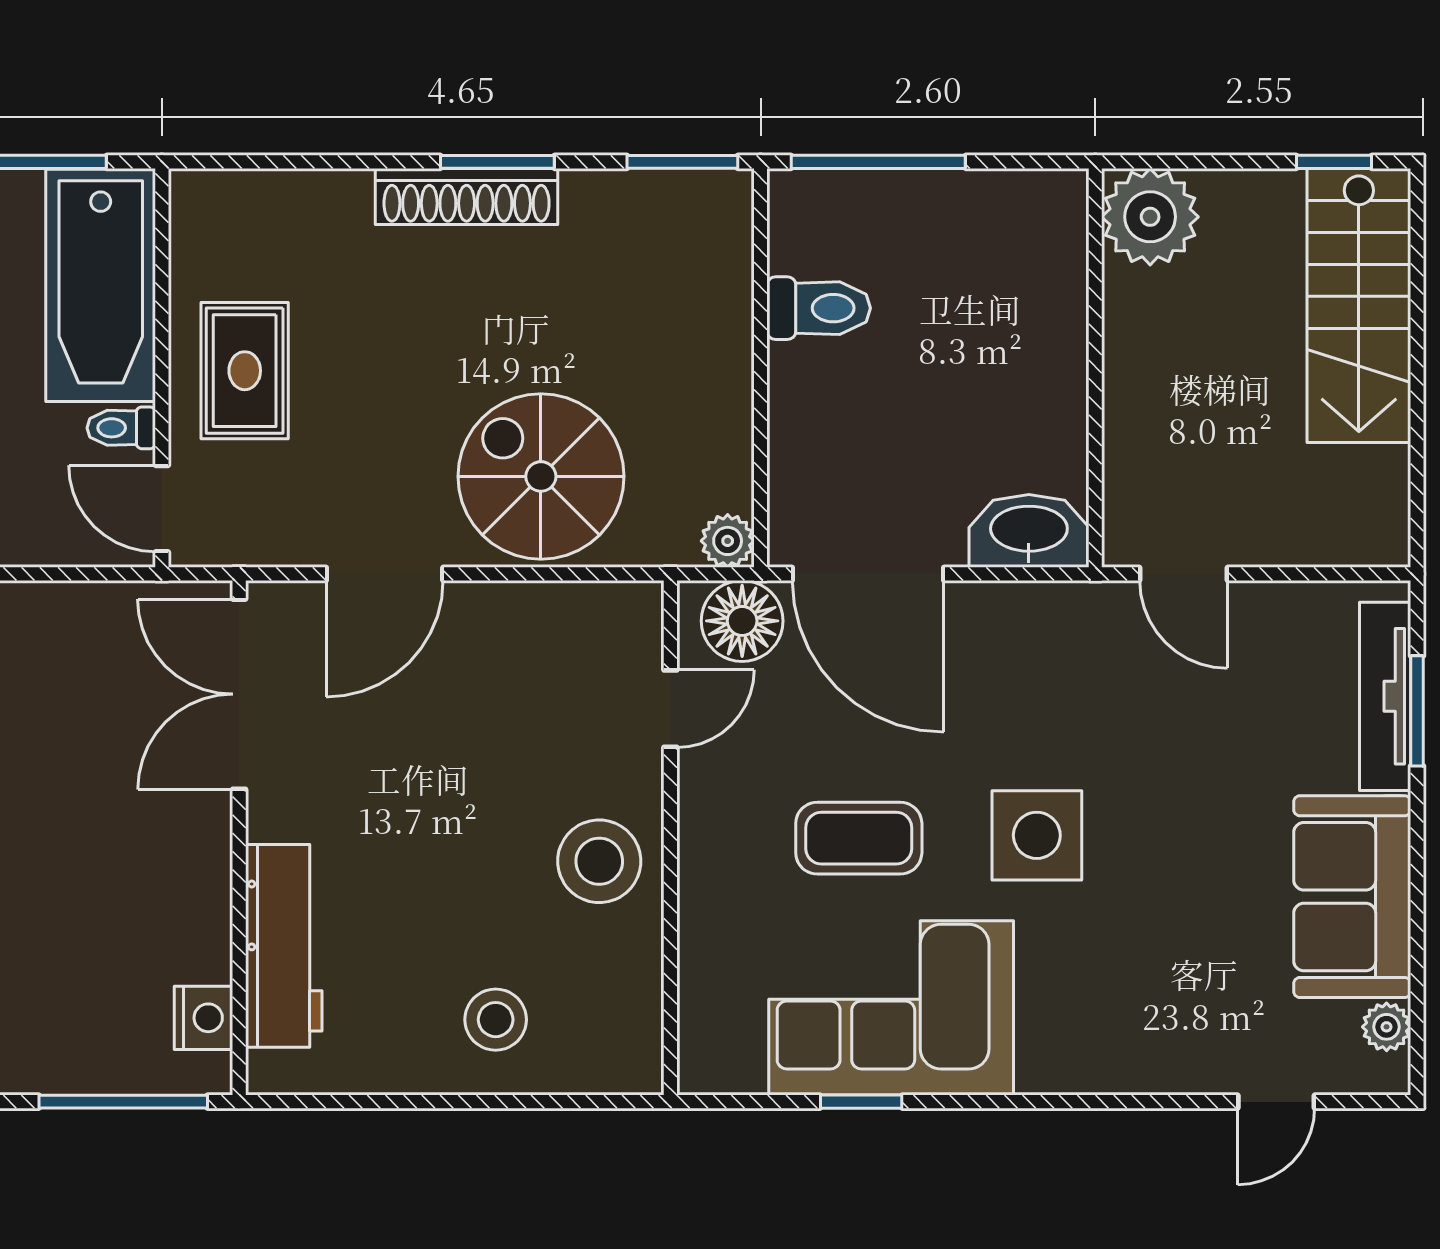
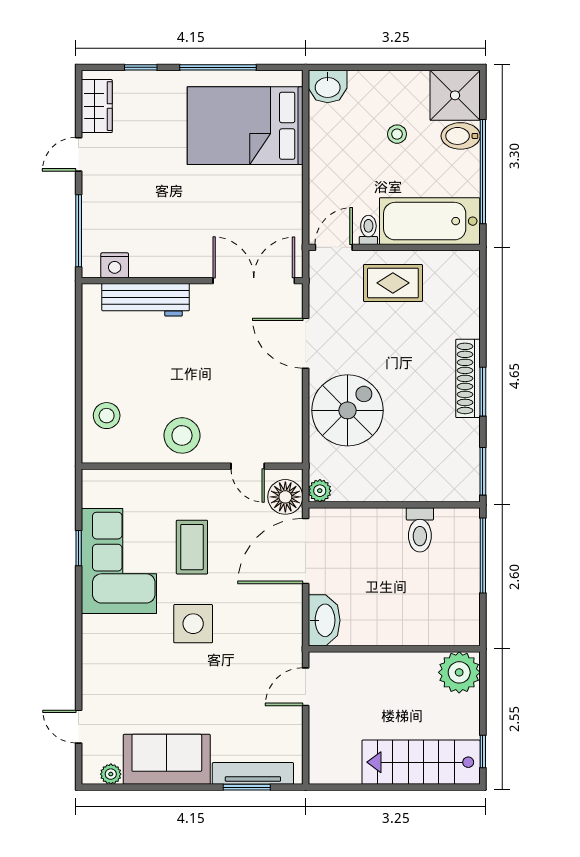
stool: (496, 1020) -> (107, 416), moved

